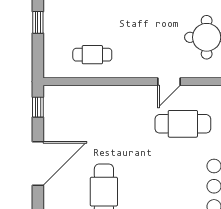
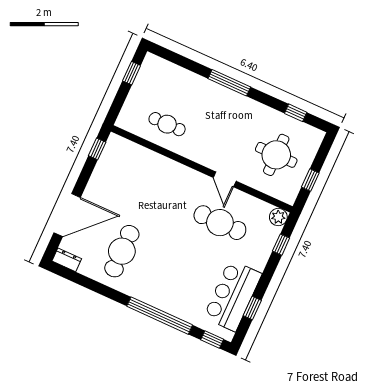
door: (169, 82) -> (225, 179), hinge flipped
door: (38, 163) -> (67, 215), moved

